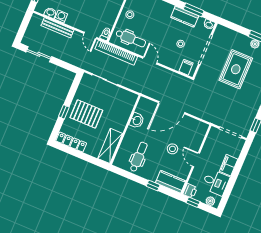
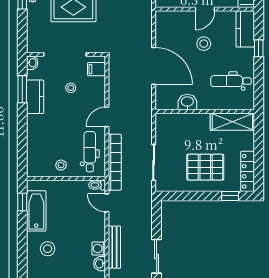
door: (90, 35) -> (107, 203), swing flipped
window: (64, 112) -> (230, 196), moved
pallet: (86, 114) -> (205, 167), turned 90

